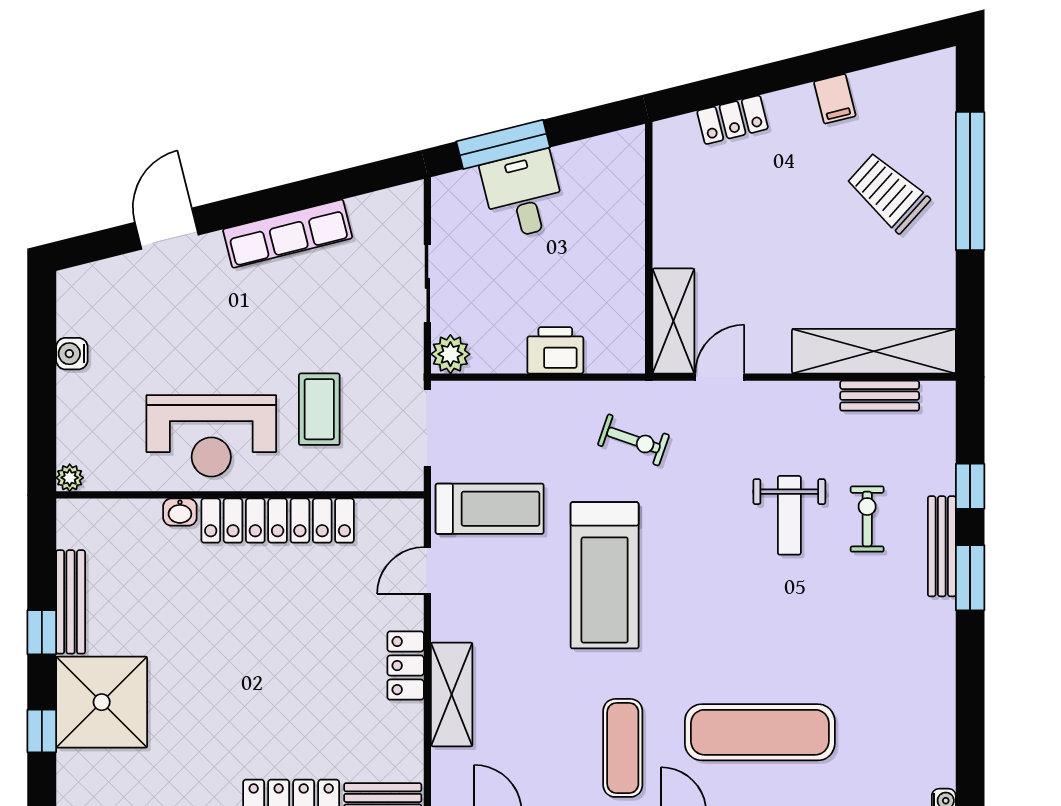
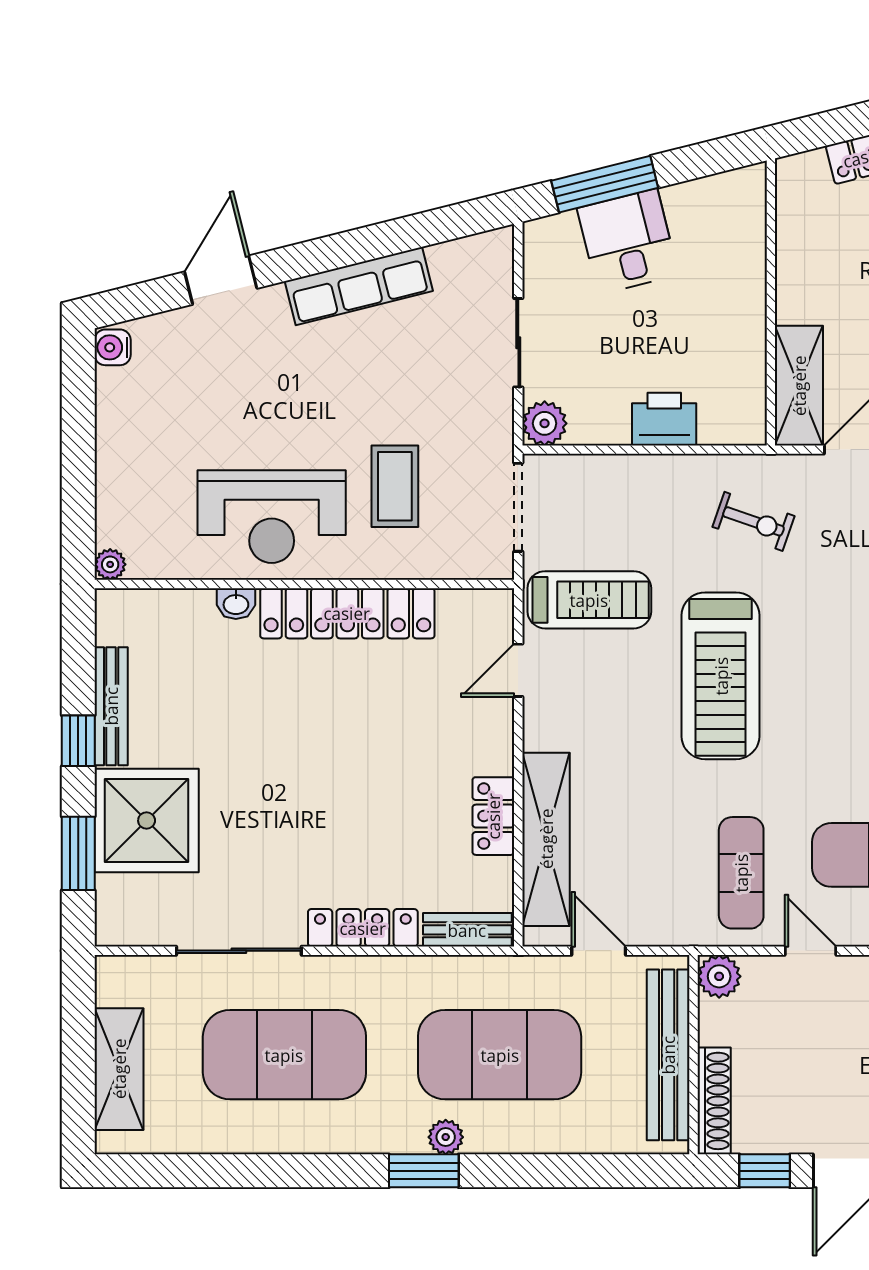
water cooler: (72, 354) -> (113, 347), moved
locker: (406, 666) -> (493, 816), moved
shelving: (452, 694) -> (546, 839), width x1.47
window: (42, 731) -> (78, 853), width x1.50

